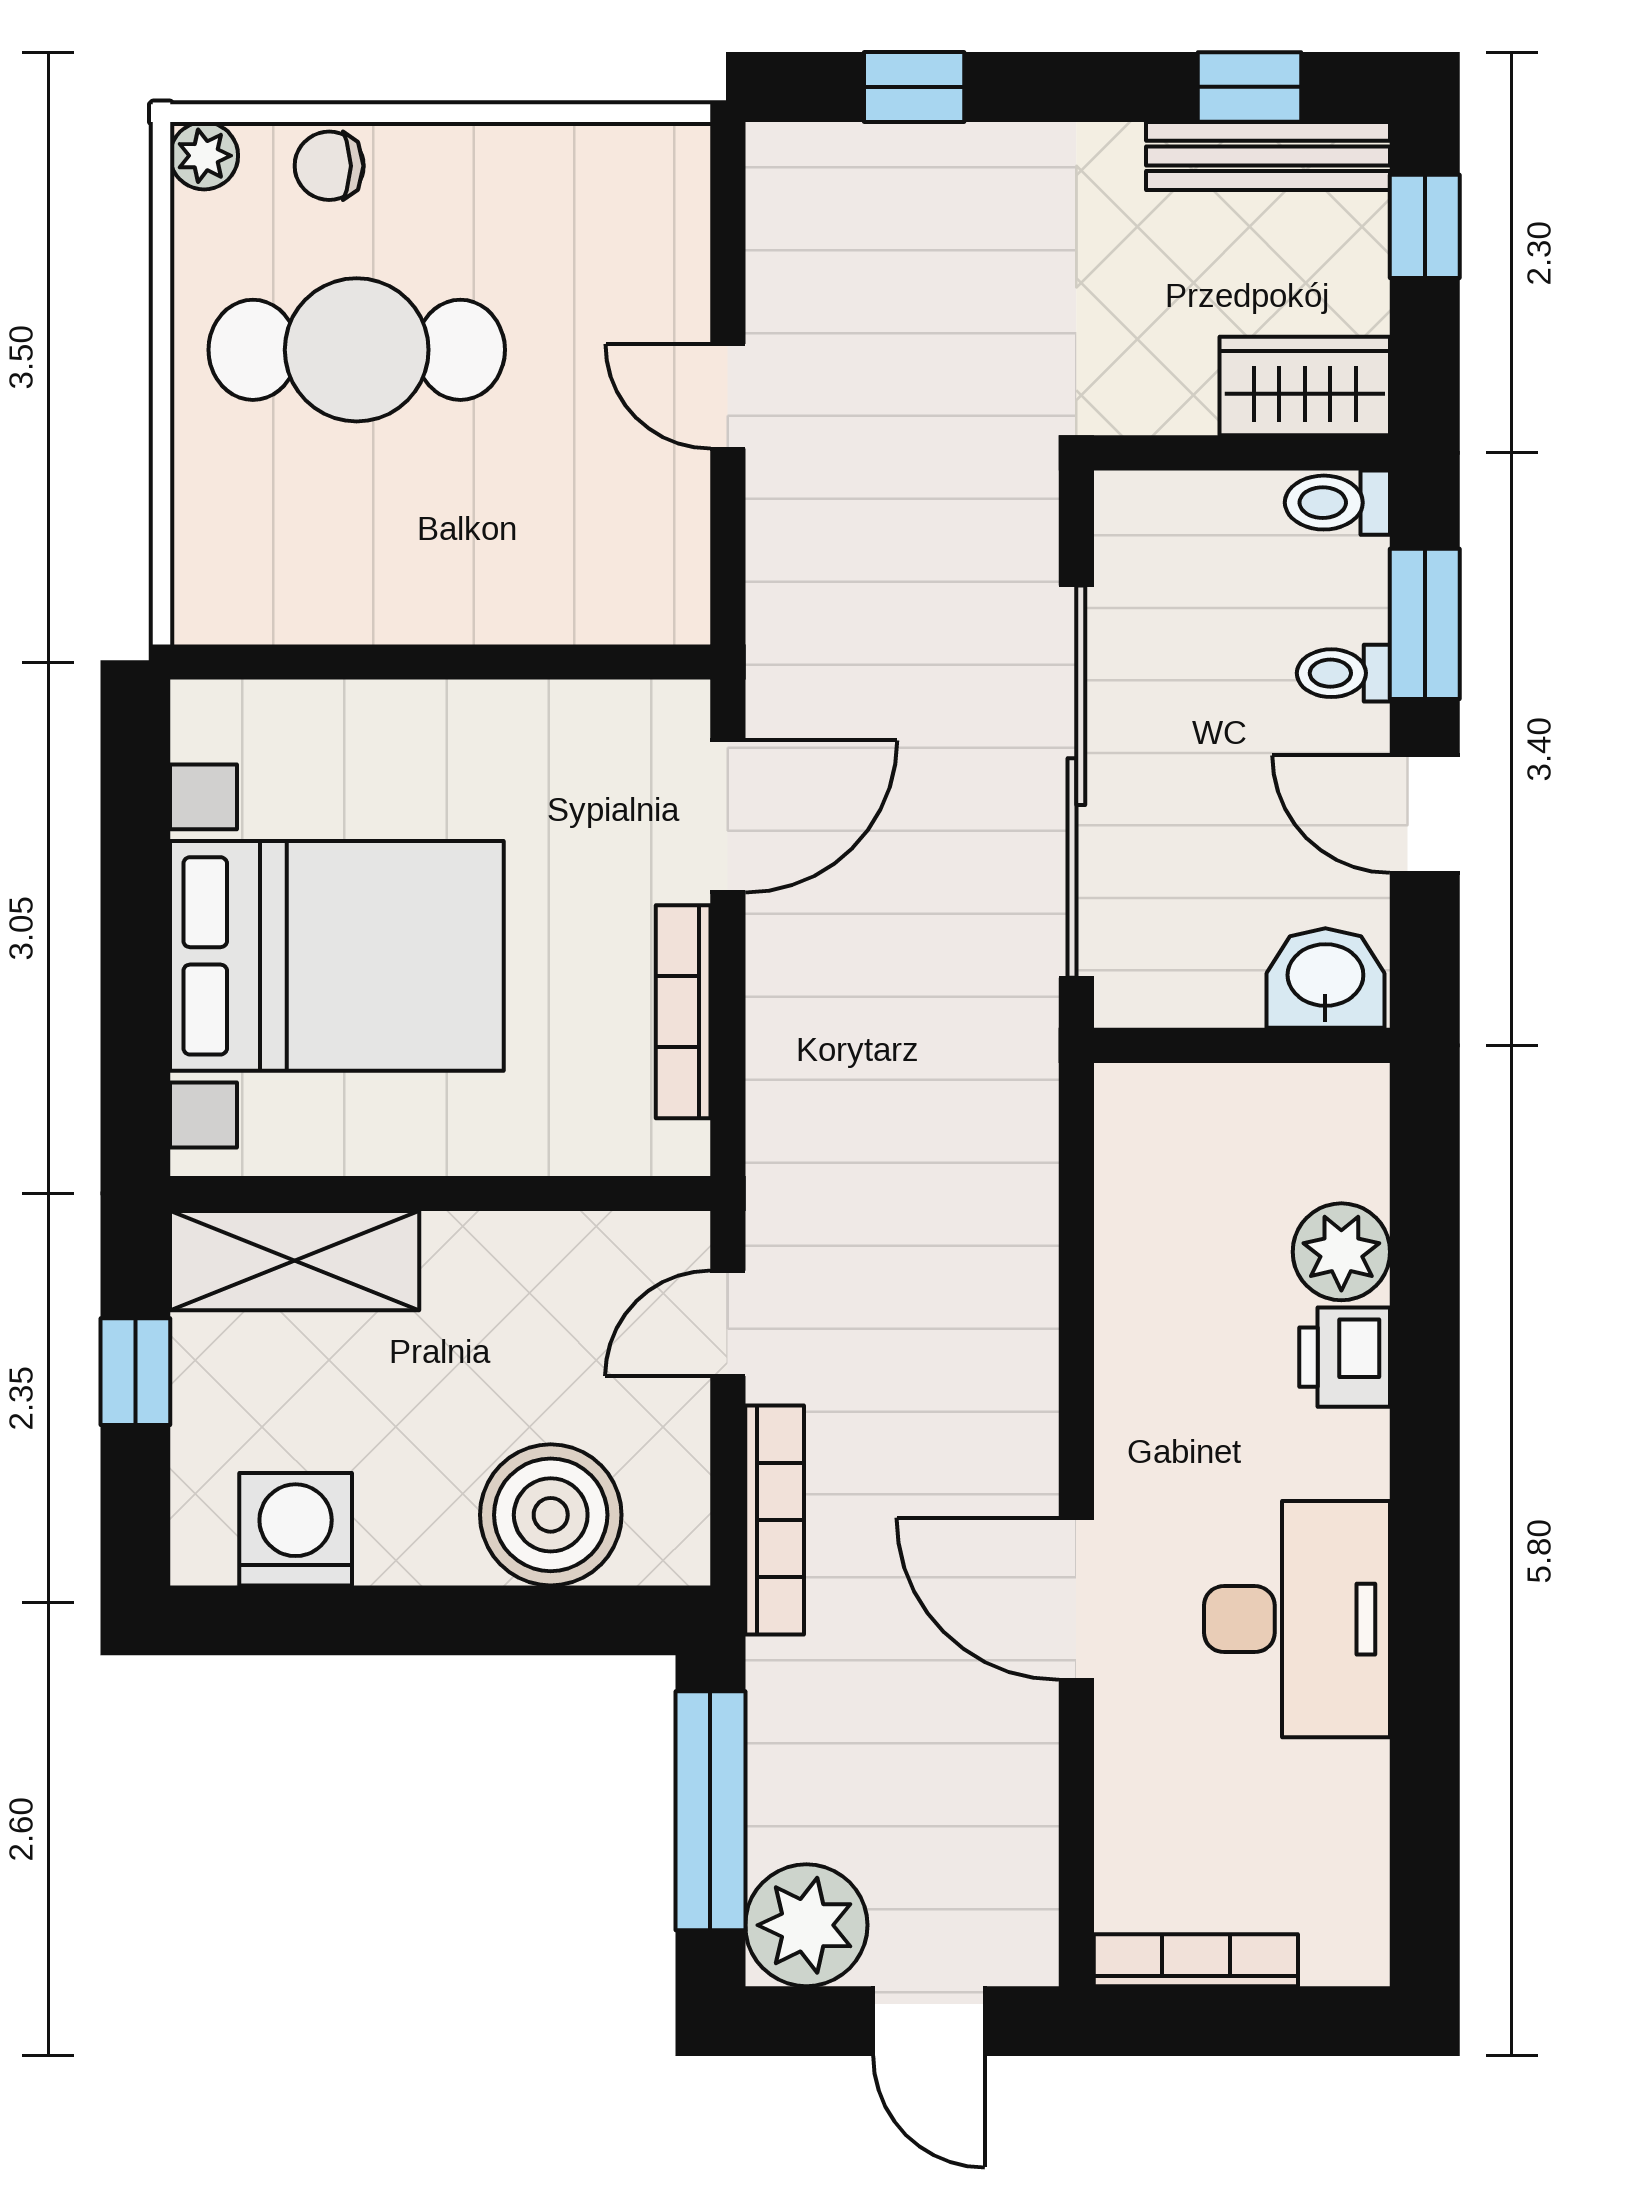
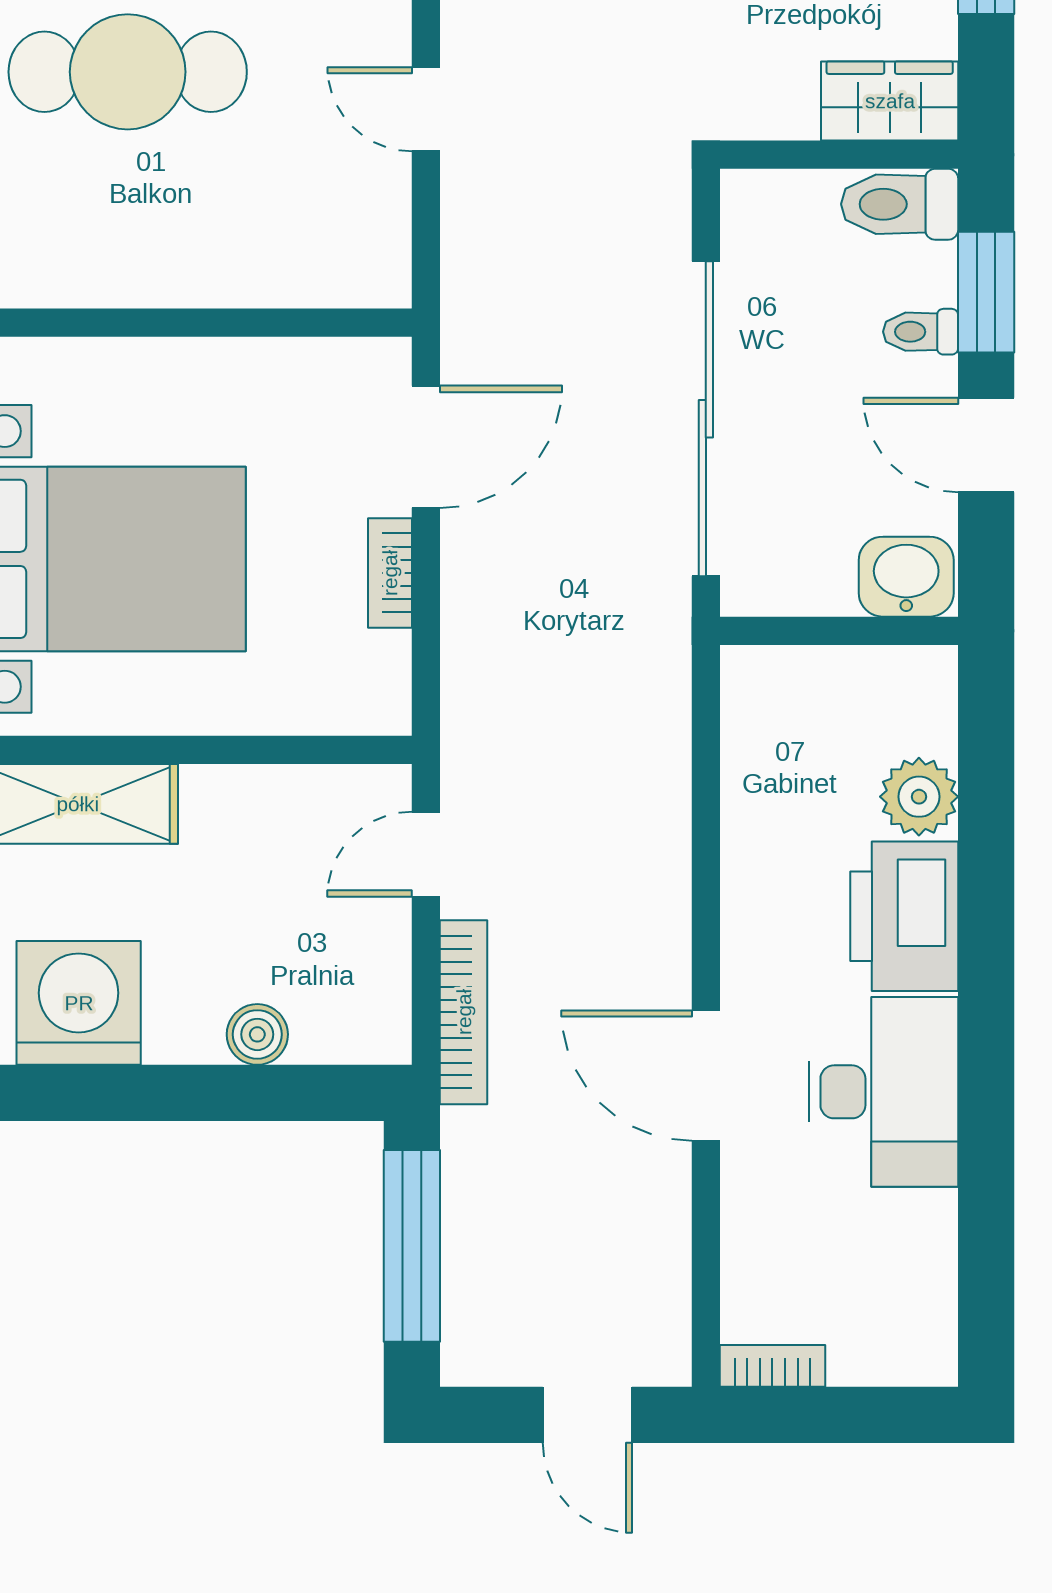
toilet: (1337, 503) -> (900, 204), width x1.37, depth x1.39
bookcase: (683, 1012) -> (390, 573), width x0.64
printer: (1345, 1357) -> (904, 916), width x1.87, depth x1.48
boiler: (551, 1515) -> (257, 1034), width x0.54, depth x0.54
washing machine: (296, 1529) -> (79, 1003), width x1.37, depth x1.37
plant: (806, 1925) -> (489, 1338), removed
bookcase: (1196, 1960) -> (772, 1366), width x0.64

